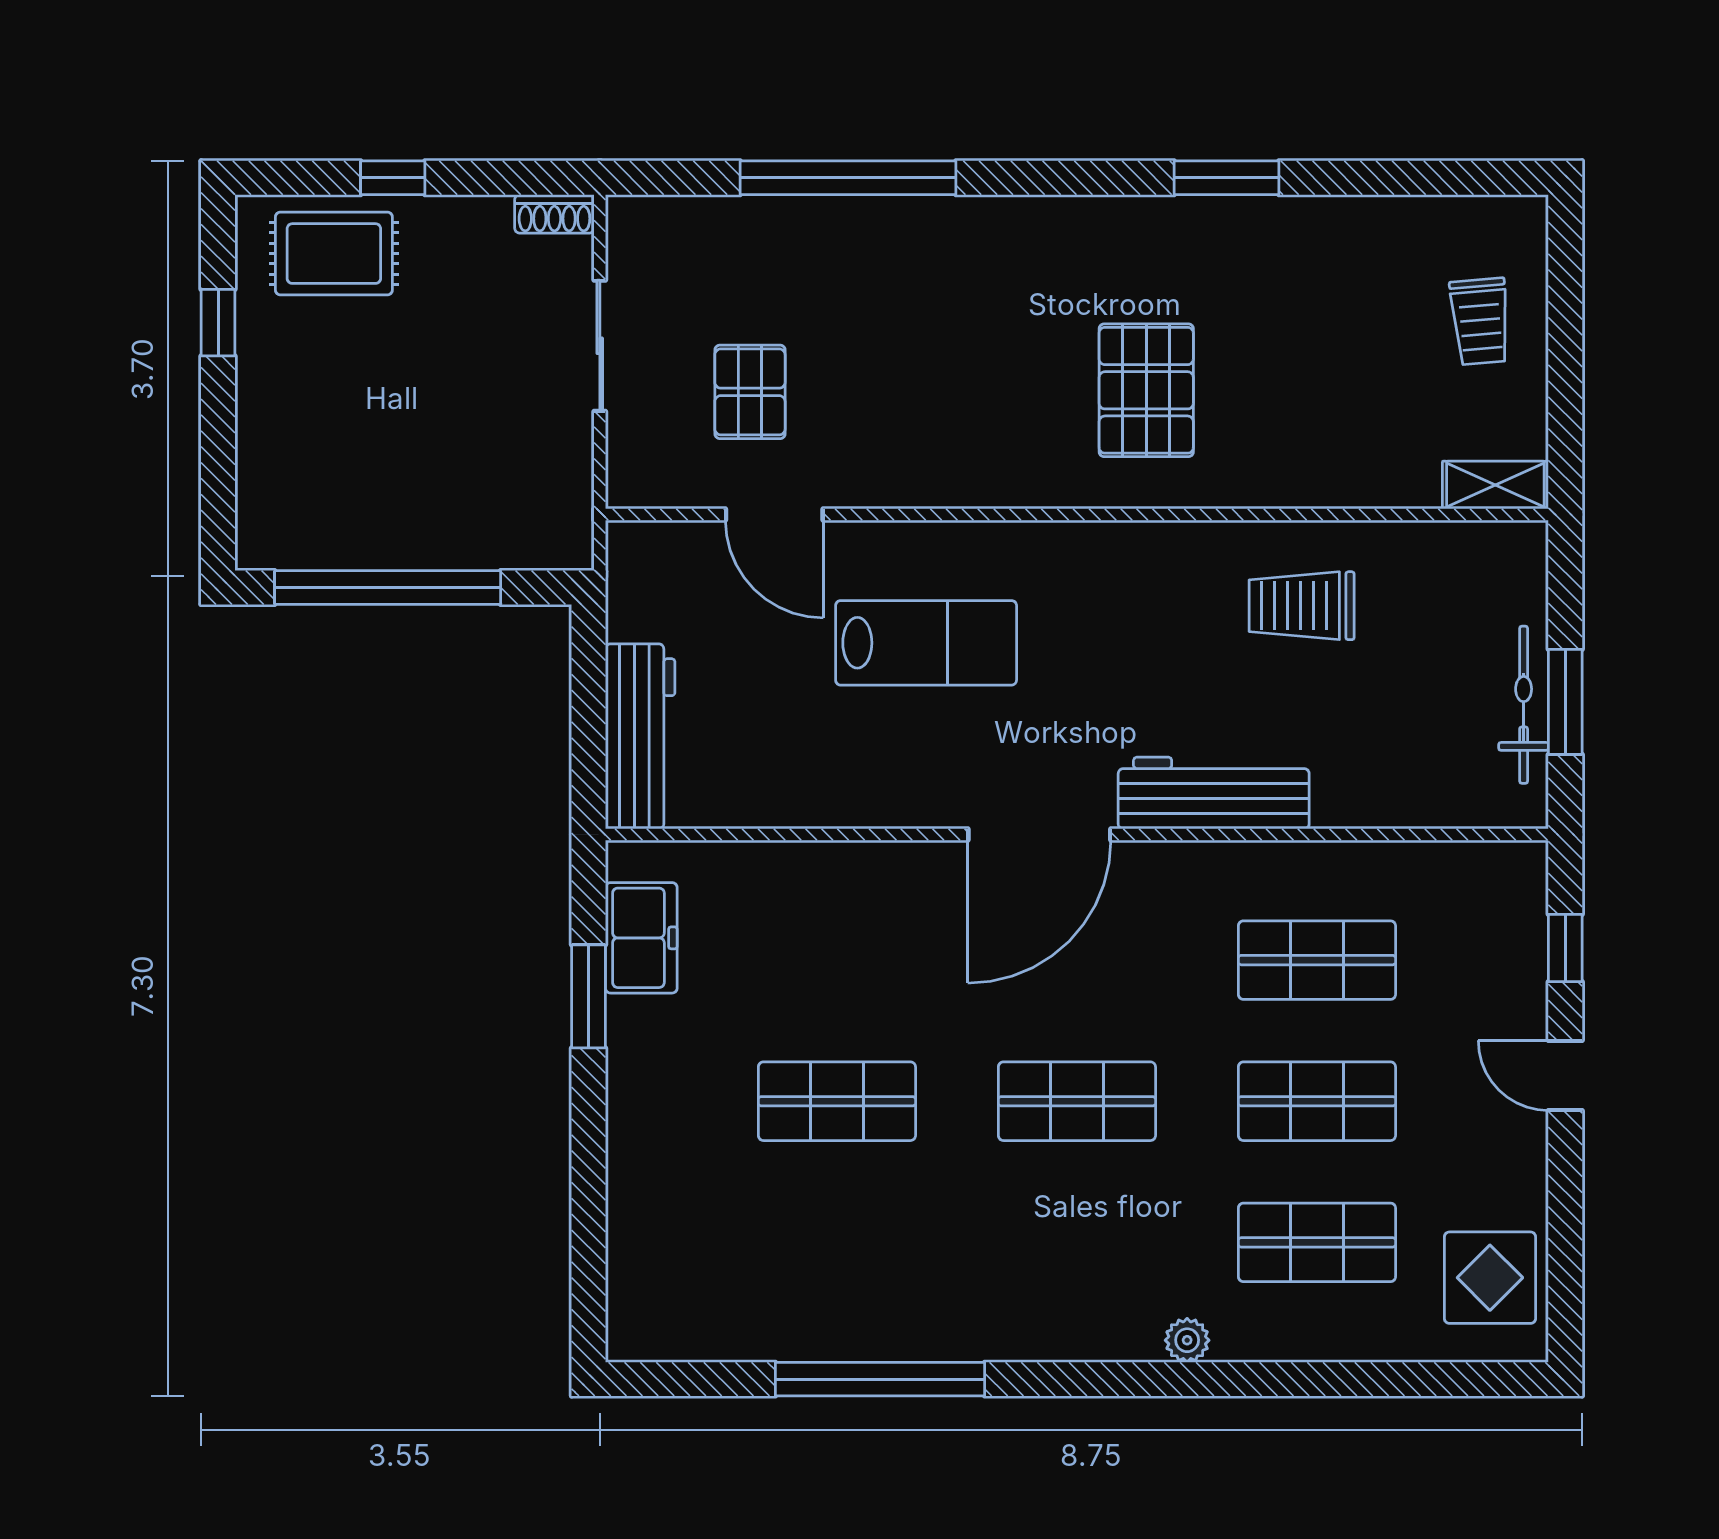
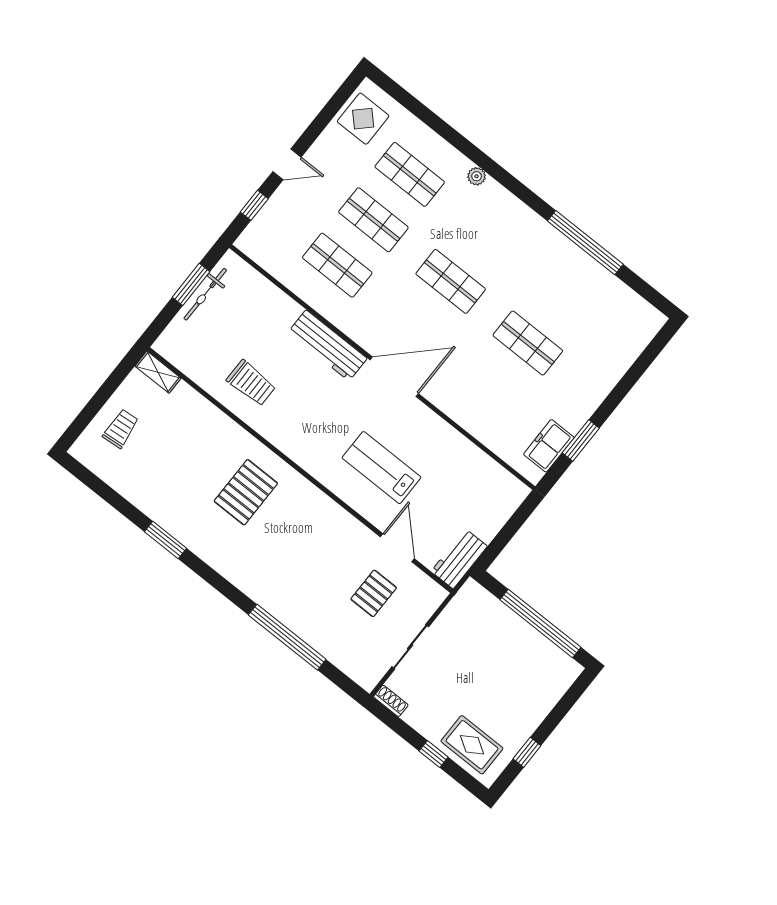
workbench: (640, 736) -> (459, 559), moved, width x0.73
door: (1565, 1076) -> (287, 164), hinge flipped

